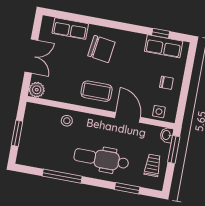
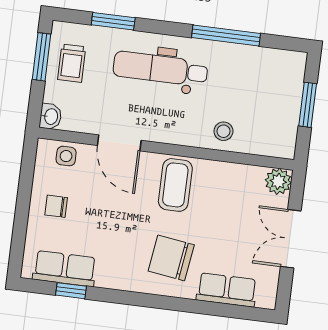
coffee table: (97, 91) -> (175, 185), turned 90
window: (174, 149) -> (42, 57), moved
dental chair: (101, 159) -> (160, 69), turned 180

